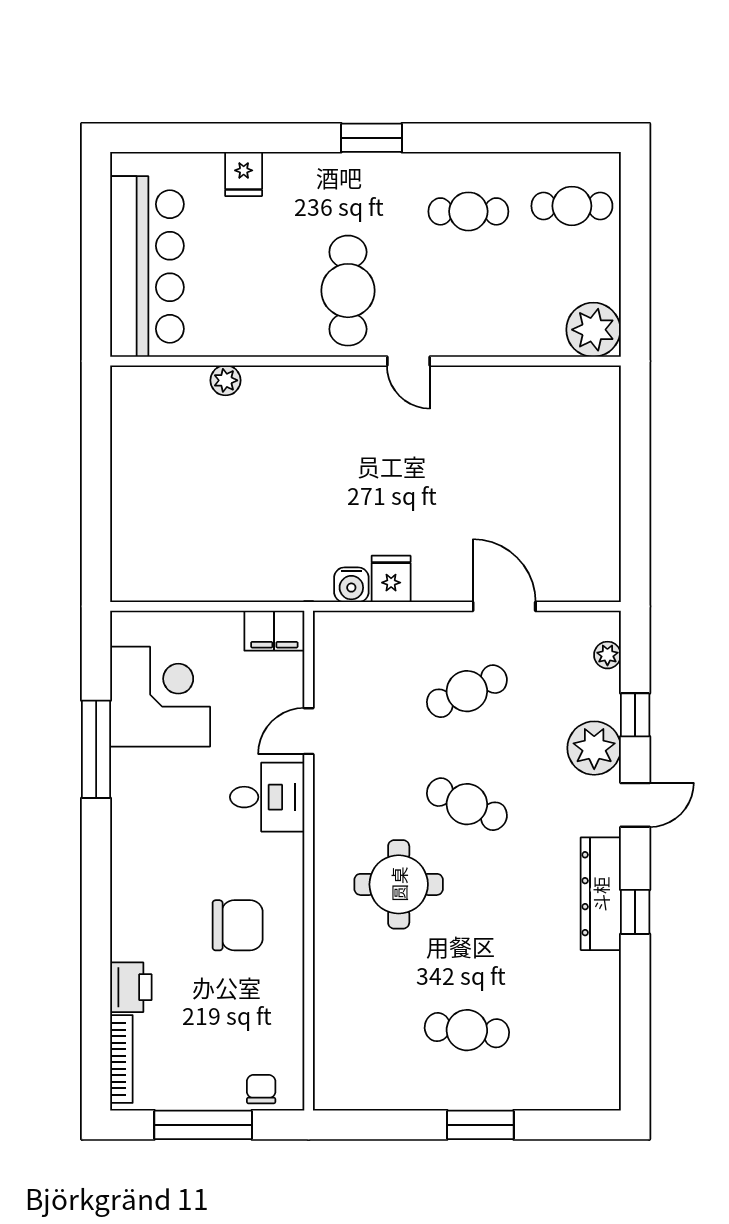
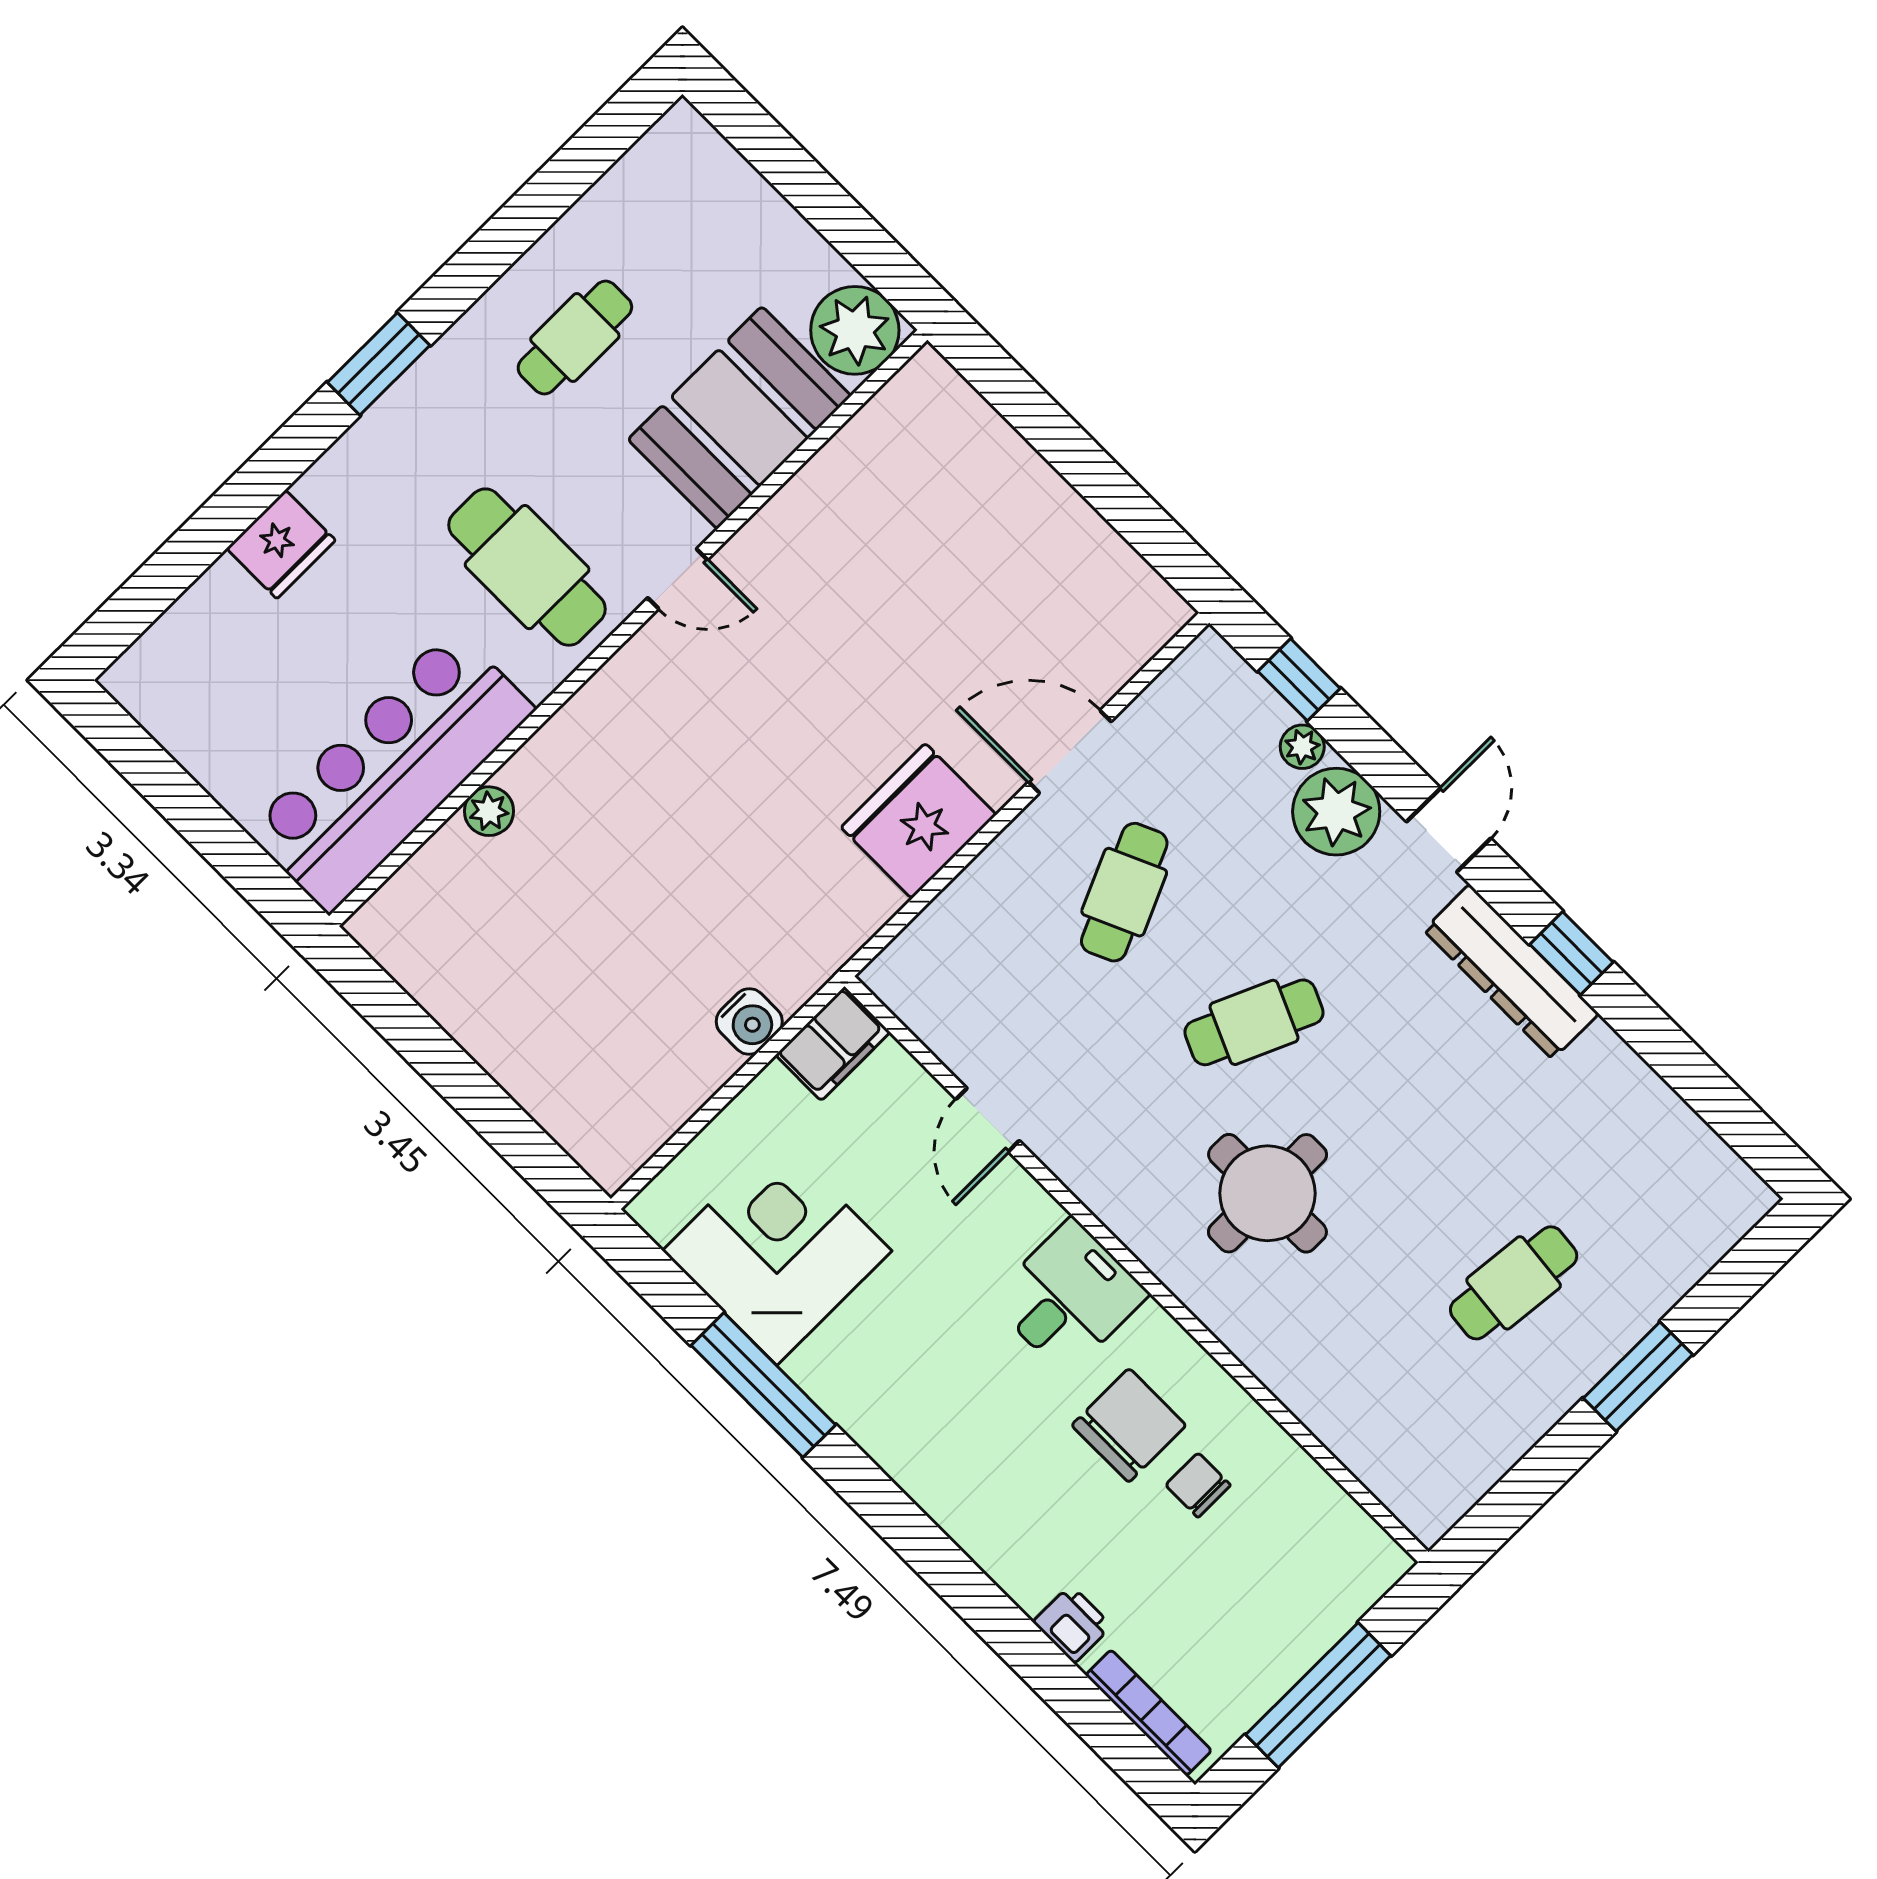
fridge: (244, 174) -> (281, 544), width x1.38
cafe table: (572, 206) -> (688, 212), removed
bar counter: (147, 267) -> (391, 770), moved, turned -90
booth: (505, 318) -> (740, 418), added
fridge: (391, 579) -> (919, 821), width x1.88, depth x1.34
water cooler: (351, 585) -> (749, 1022), moved
plant: (607, 655) -> (1302, 747), moved
window: (635, 715) -> (1299, 680), moved
desk: (267, 797) -> (1069, 1297), moved
printer: (131, 987) -> (1072, 1624), width x0.73, depth x0.81
chair: (261, 1089) -> (1198, 1485), moved

